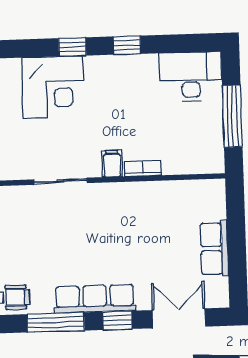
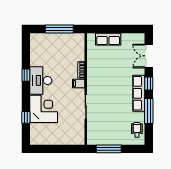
window: (72, 47) -> (26, 117), moved
desk: (191, 76) -> (41, 80), moved
row of seats: (214, 249) -> (108, 39), moved

